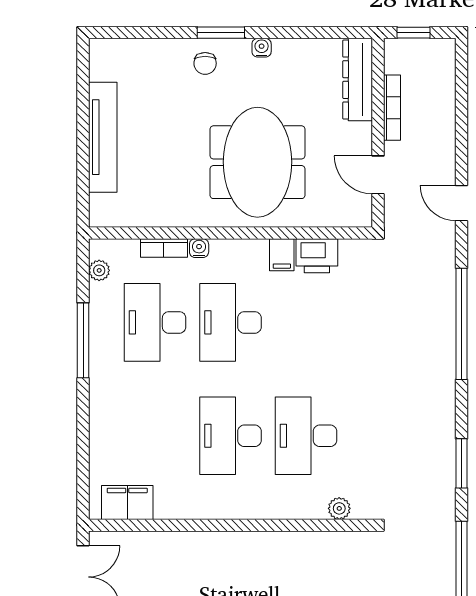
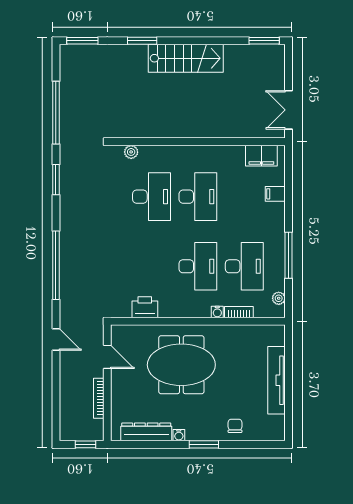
chair: (205, 63) -> (235, 426), moved
dresser: (358, 80) -> (146, 432), moved, turned -90
meeting table: (257, 162) -> (181, 365), turned 90
filing cabinet: (282, 255) -> (275, 194), moved, turned -90

